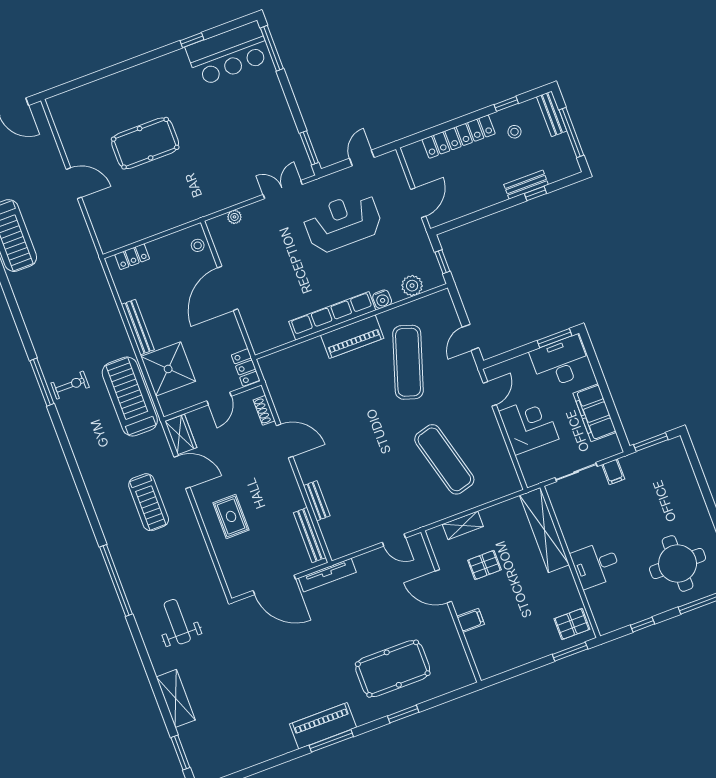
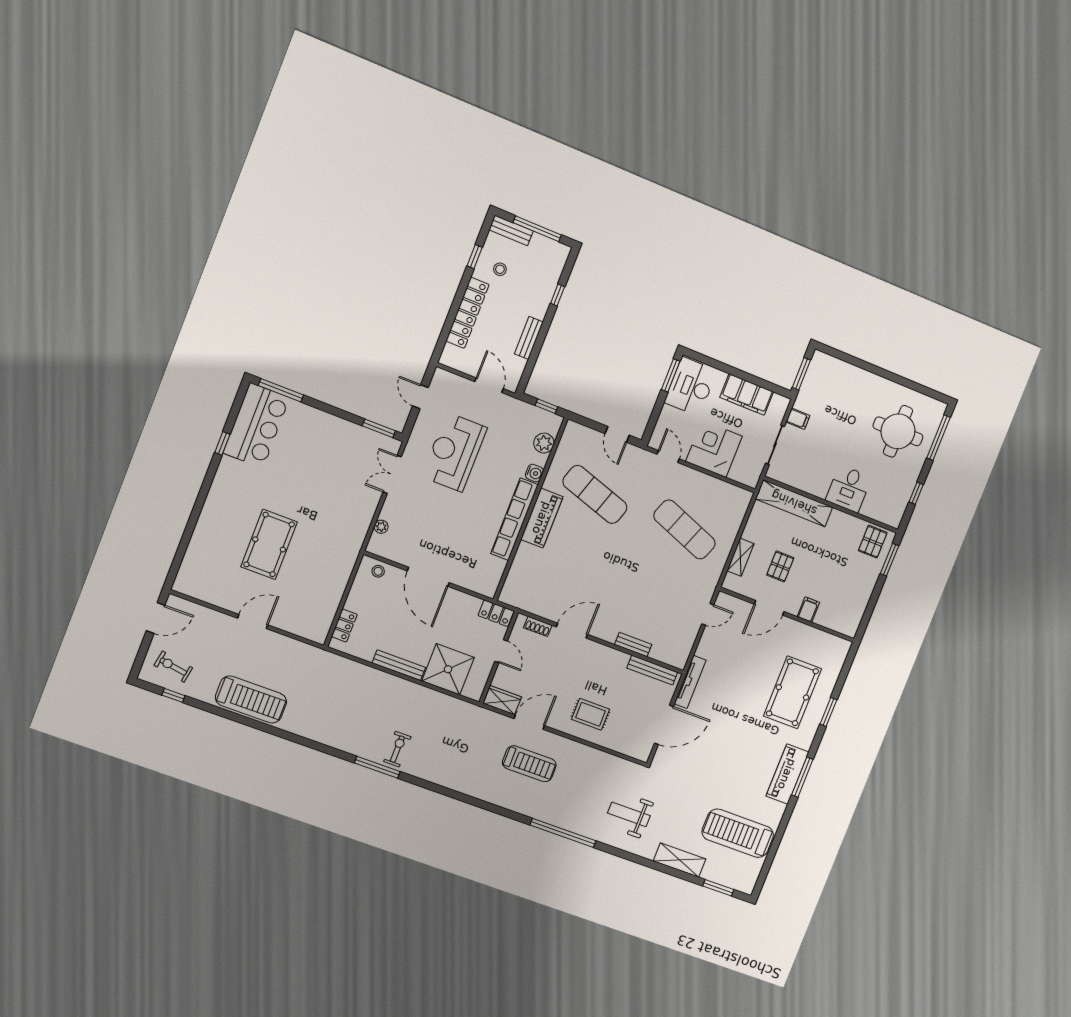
bench: (526, 185) -> (529, 338), moved
treadmill: (130, 397) -> (738, 833), moved
exercise mat: (444, 459) -> (685, 530), turned 36

